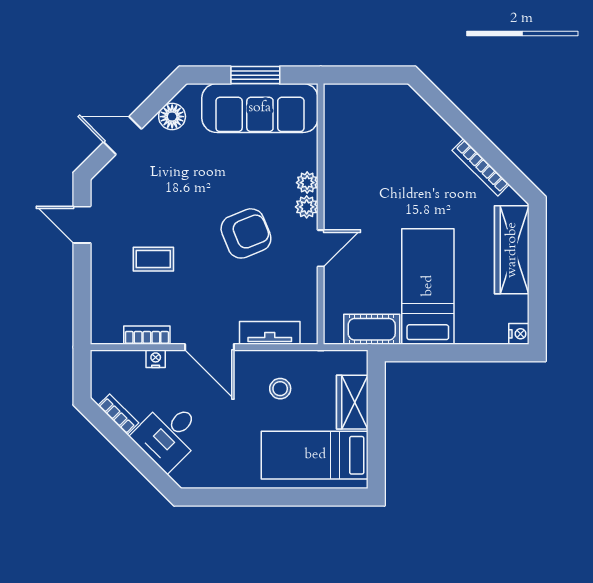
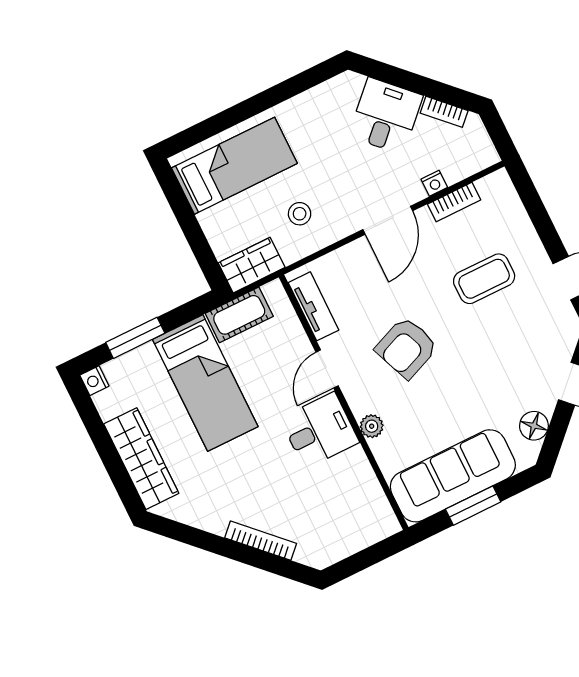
bookcase: (481, 167) -> (261, 541), moved
desk: (352, 200) -> (319, 430), added
plant: (307, 207) -> (361, 402), removed
coffee table: (153, 259) -> (484, 279), width x1.36, depth x1.30
tv unit: (270, 333) -> (314, 306), moved, turned -90
door: (209, 347) -> (388, 220), swing flipped
window: (467, 353) -> (135, 338), added
wardrobe: (352, 402) -> (252, 265), moved, turned -90

